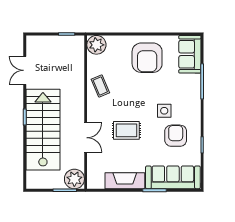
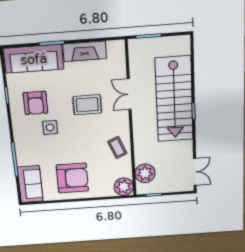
armchair: (147, 58) -> (72, 178), turned 90
double door: (25, 70) -> (195, 172), moved
plant: (74, 179) -> (145, 173), moved

